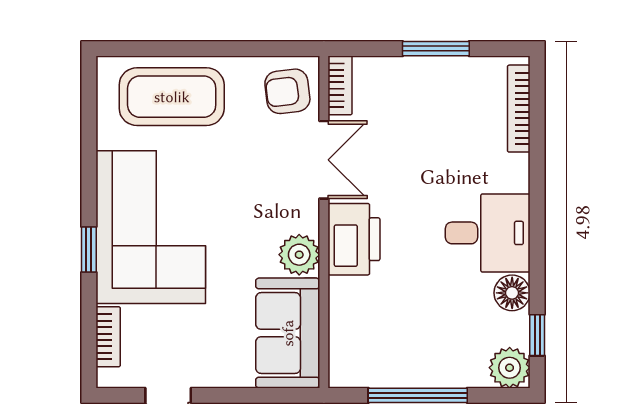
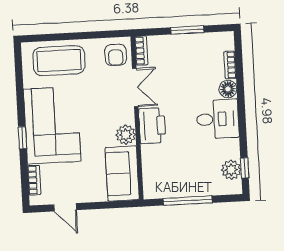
armchair: (287, 91) -> (116, 55), turned -83
bookcase: (519, 109) -> (230, 65), width x0.64
floor lamp: (512, 293) -> (228, 89), moved
plant: (510, 368) -> (231, 170), moved

